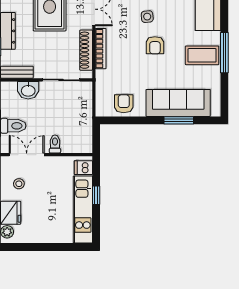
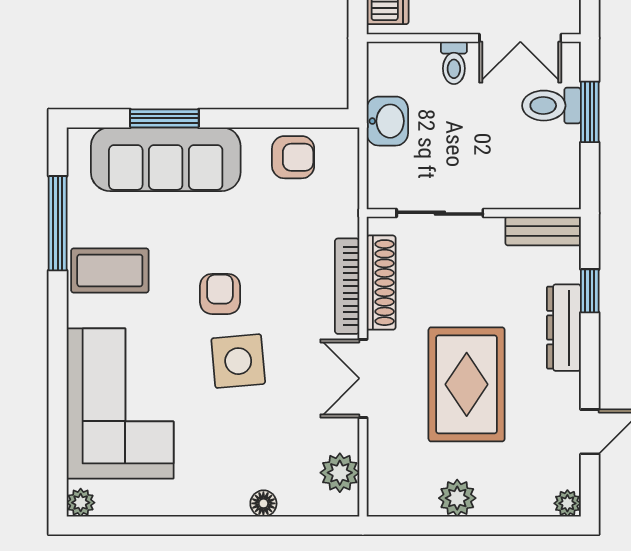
side table: (147, 17) -> (238, 361), width x1.87, depth x1.87
window: (224, 53) -> (58, 223), moved
washbasin: (28, 90) -> (387, 121), moved, turned 90
armchair: (124, 104) -> (293, 157), turned -90

